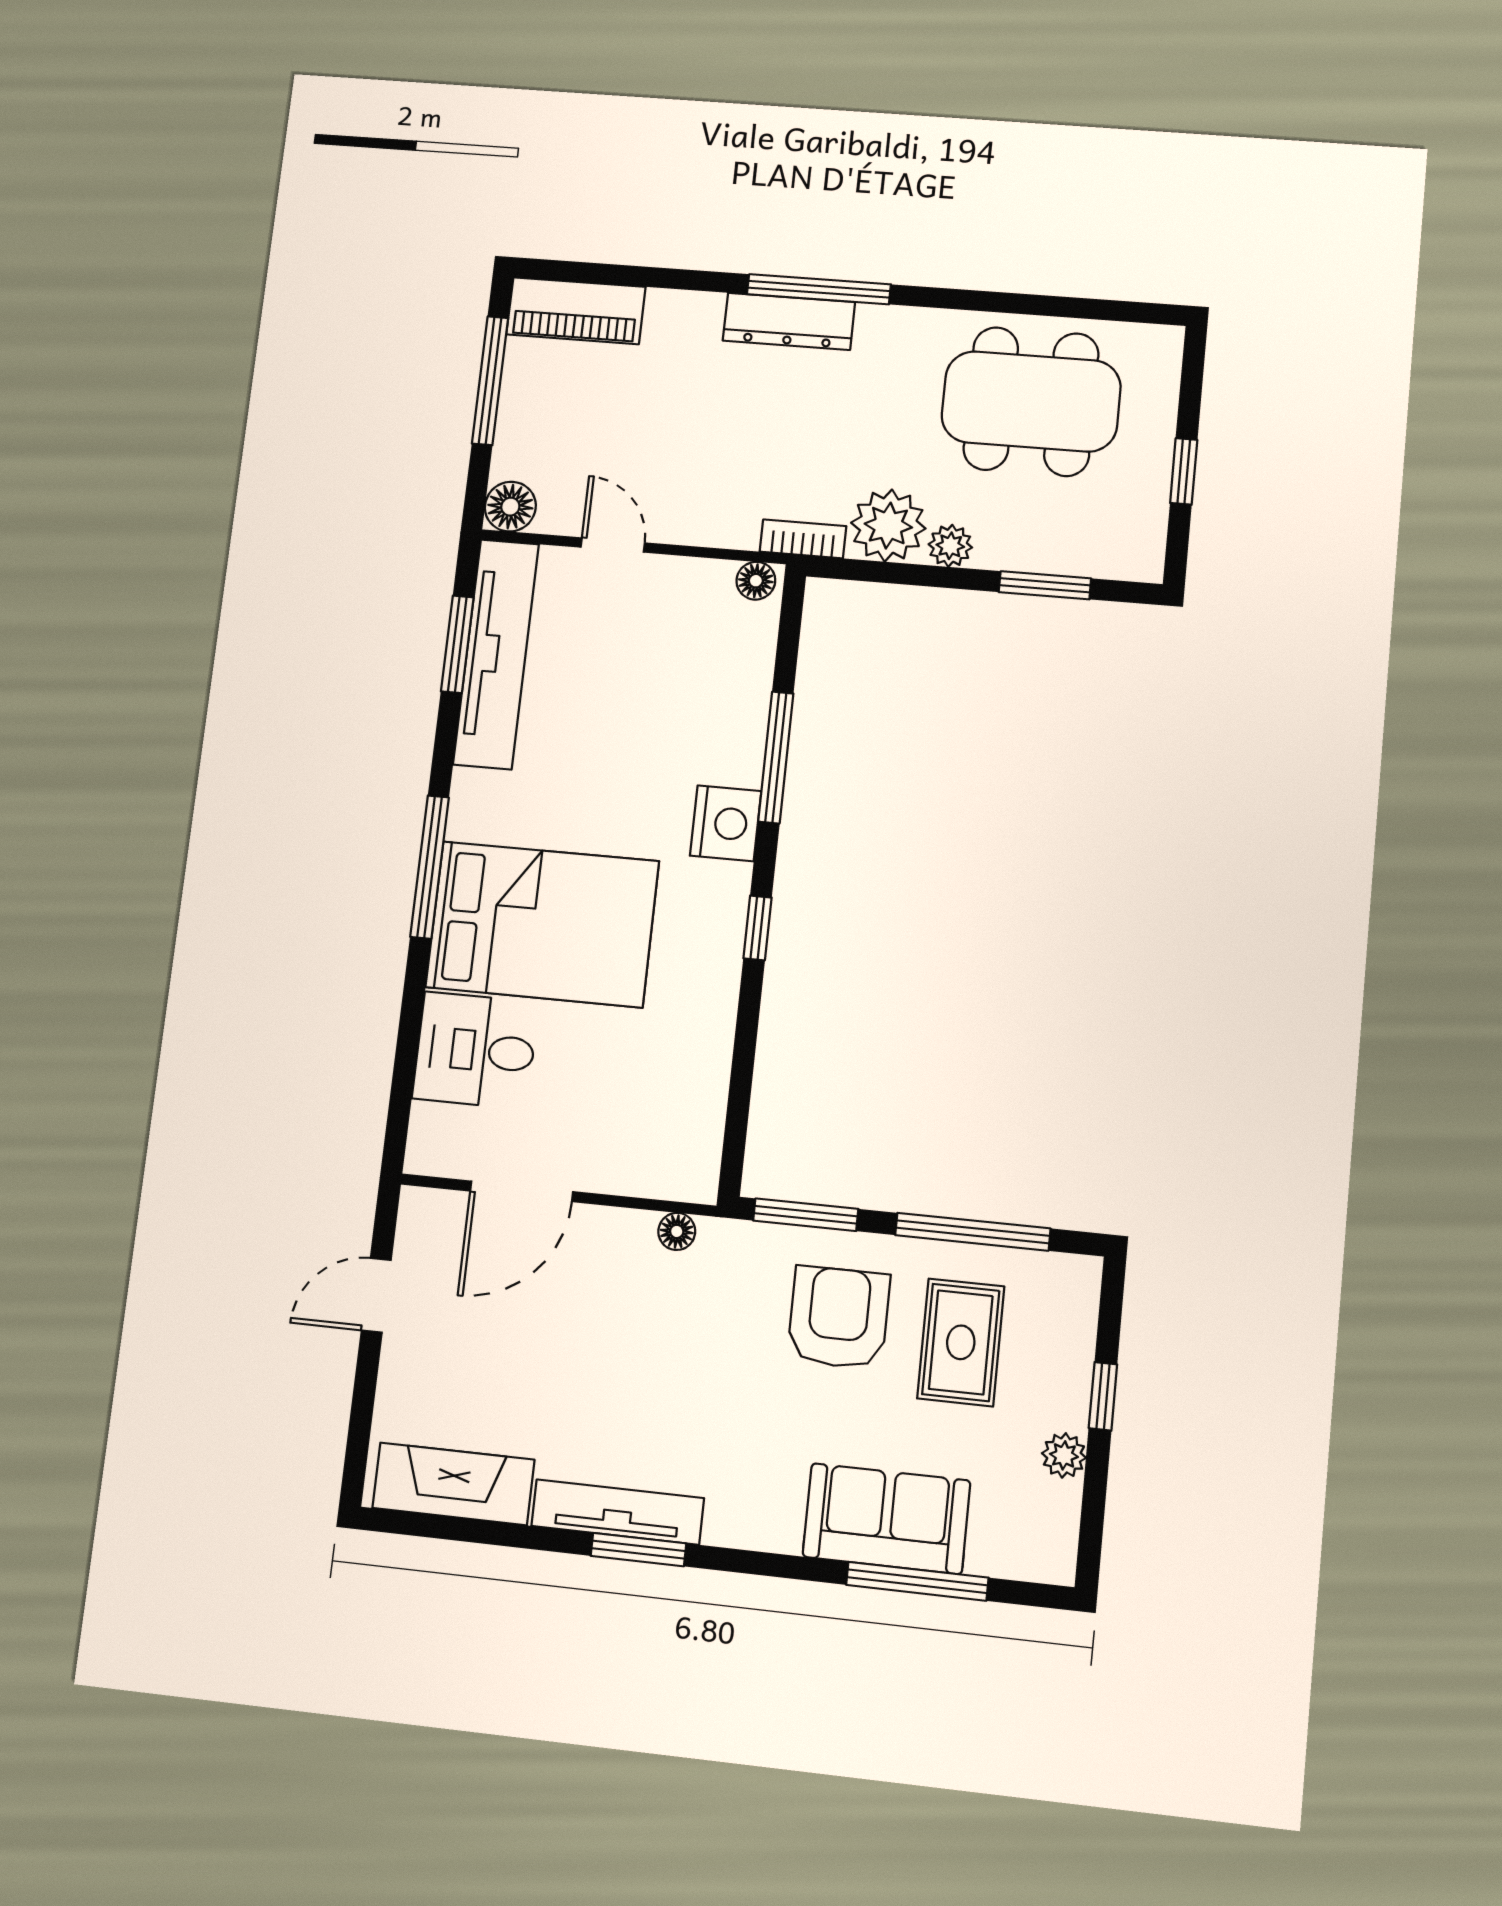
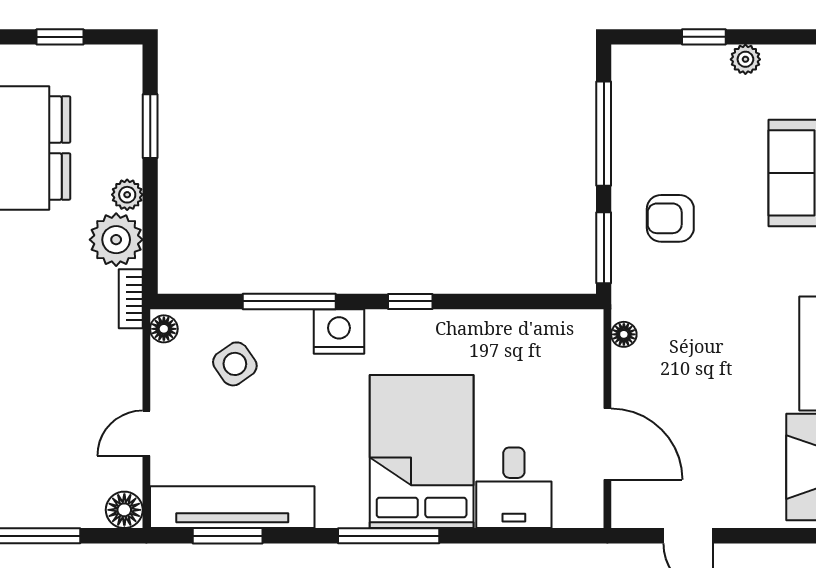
side table: (696, 674) -> (235, 364), added
armchair: (839, 1318) -> (670, 218), width x0.72, depth x0.72
rug: (961, 1342) -> (678, 135), removed

